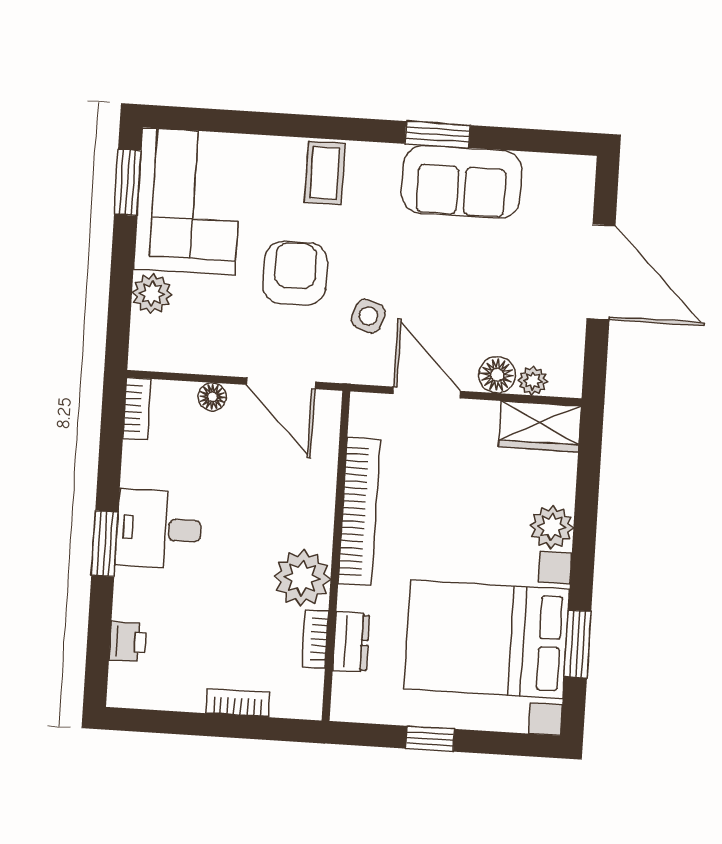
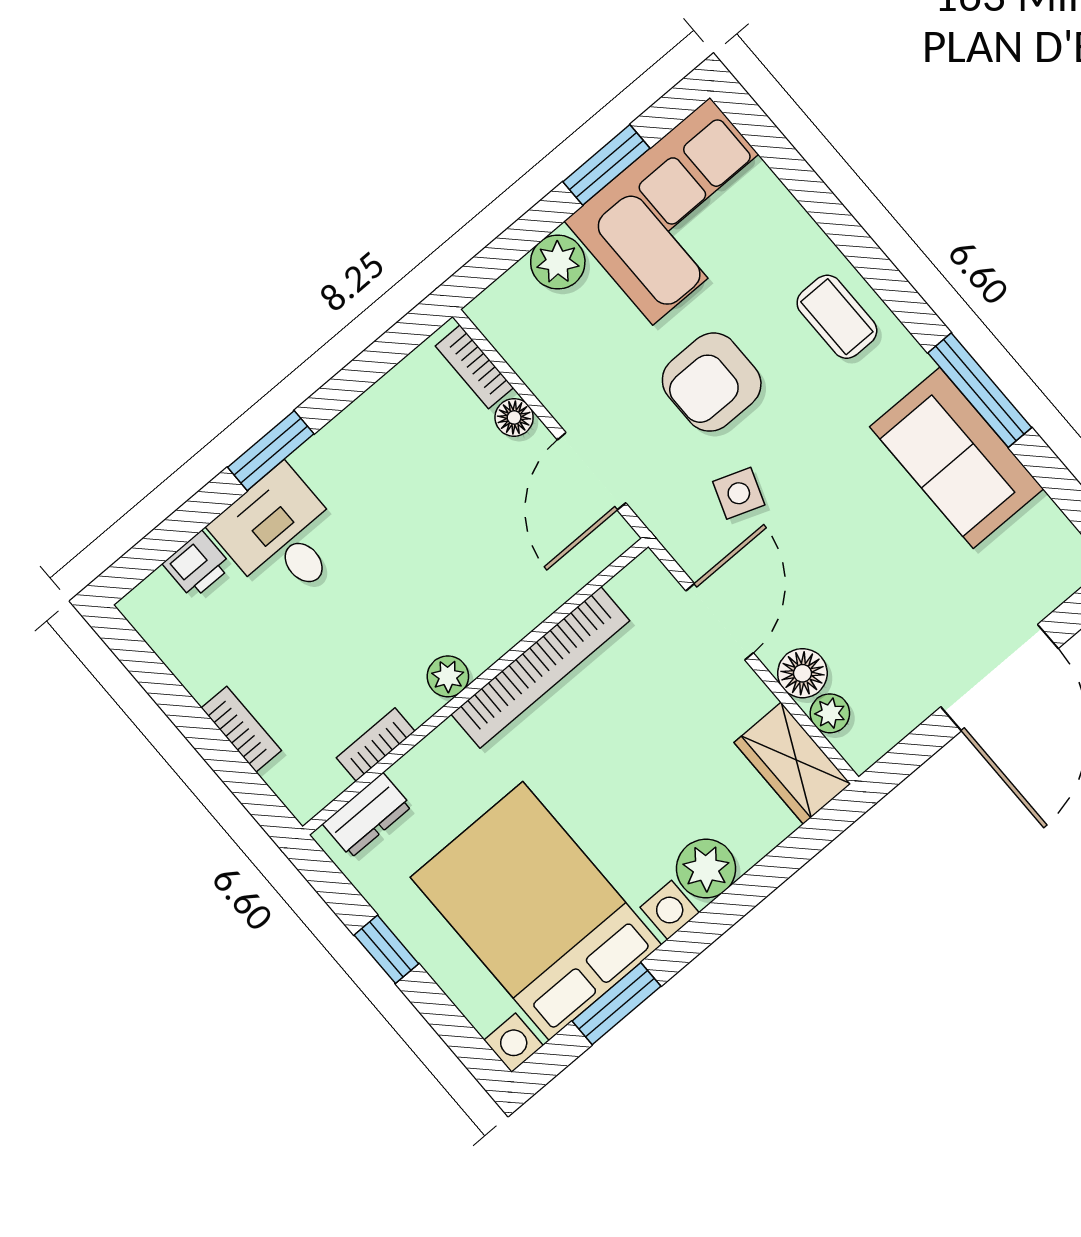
window: (438, 135) -> (980, 390), width x1.44
coffee table: (325, 173) -> (837, 317), turned 90
window: (127, 182) -> (606, 165), moved
armchair: (295, 273) -> (712, 382), turned 180
bookcase: (137, 409) -> (474, 367), moved, turned 90
desk: (159, 529) -> (281, 536), moved
plant: (302, 578) -> (448, 676), width x0.53, depth x0.53
dresser: (351, 642) -> (367, 815), moved

